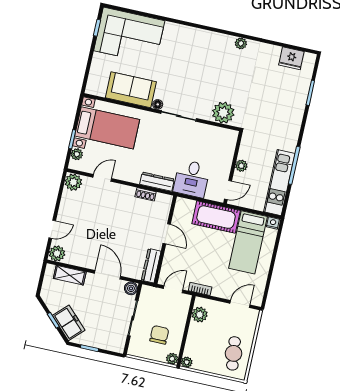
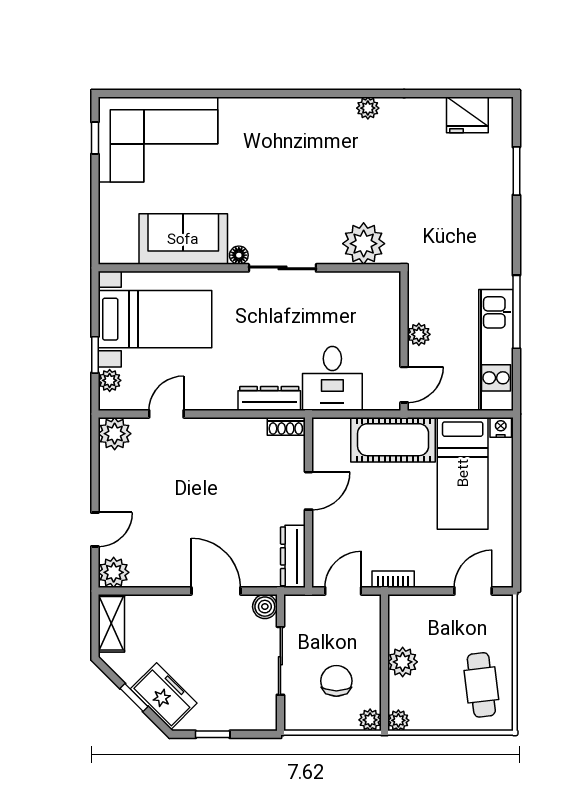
shoe rack: (146, 194) -> (286, 426), moved
door: (167, 234) -> (309, 491), hinge flipped
shelving: (70, 275) -> (111, 623), moved, turned 90
plant: (200, 315) -> (403, 662), moved

